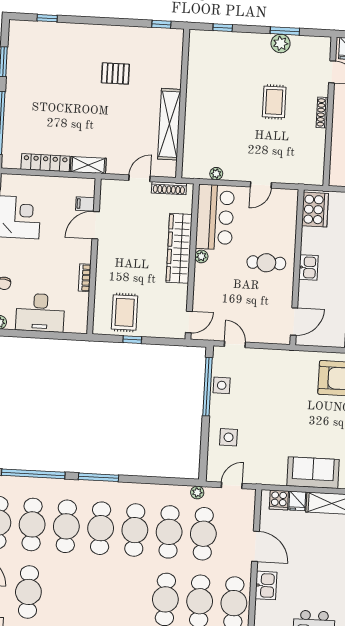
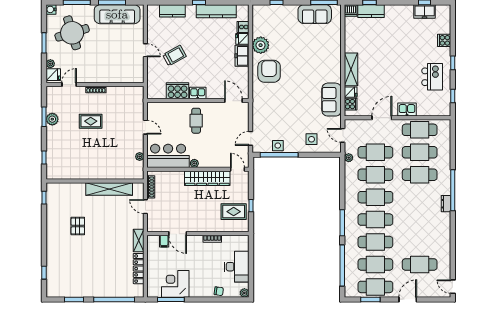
cooker: (315, 210) -> (178, 91), moved
wardrobe: (179, 248) -> (207, 178), moved
sofa: (313, 473) -> (332, 100), moved

